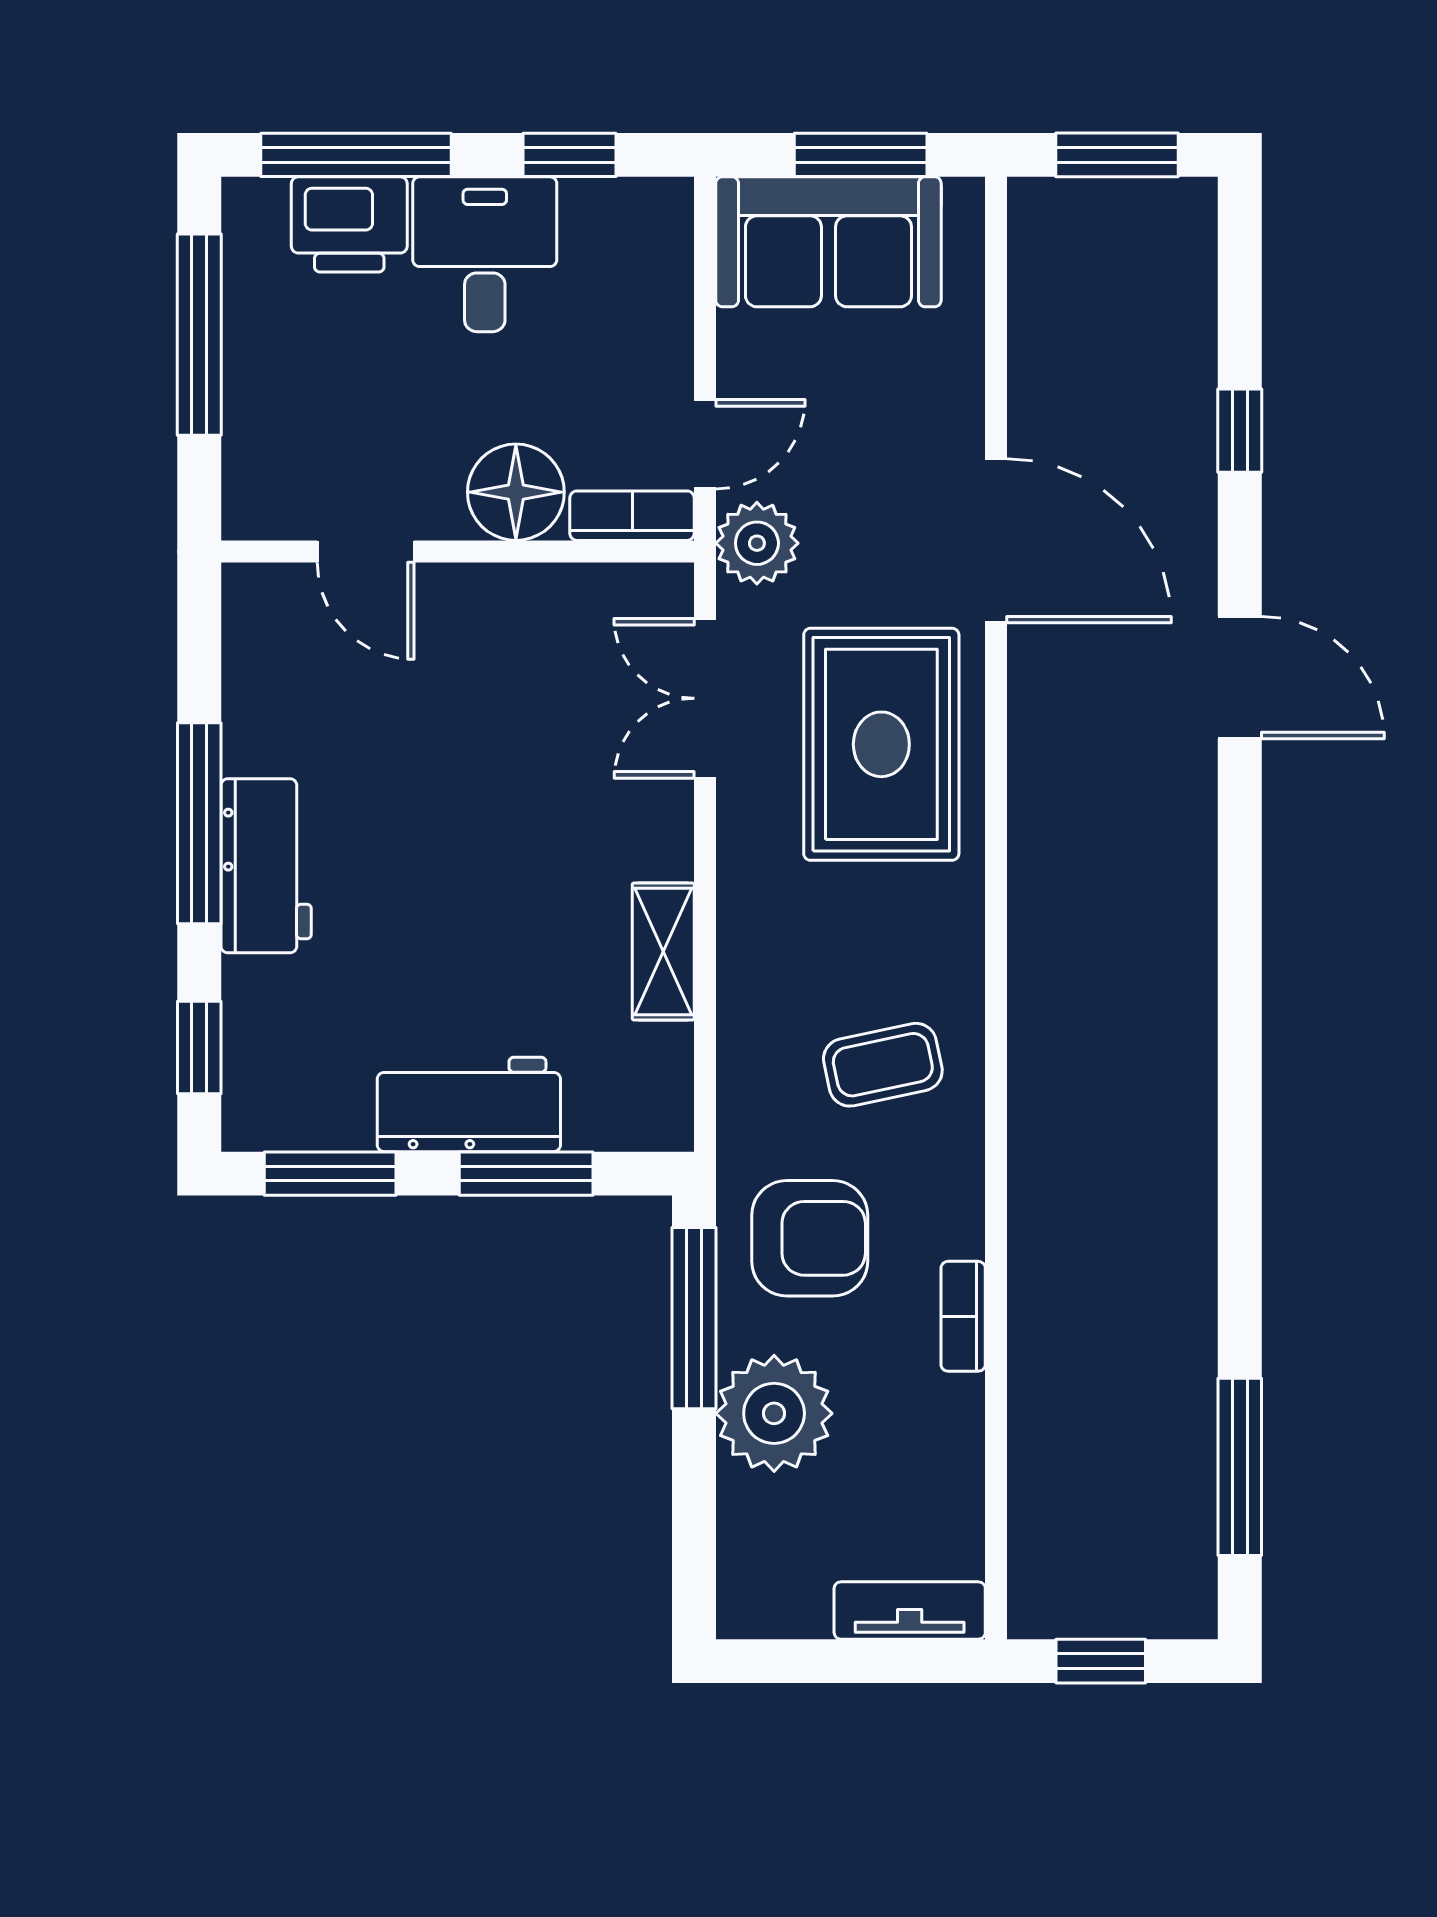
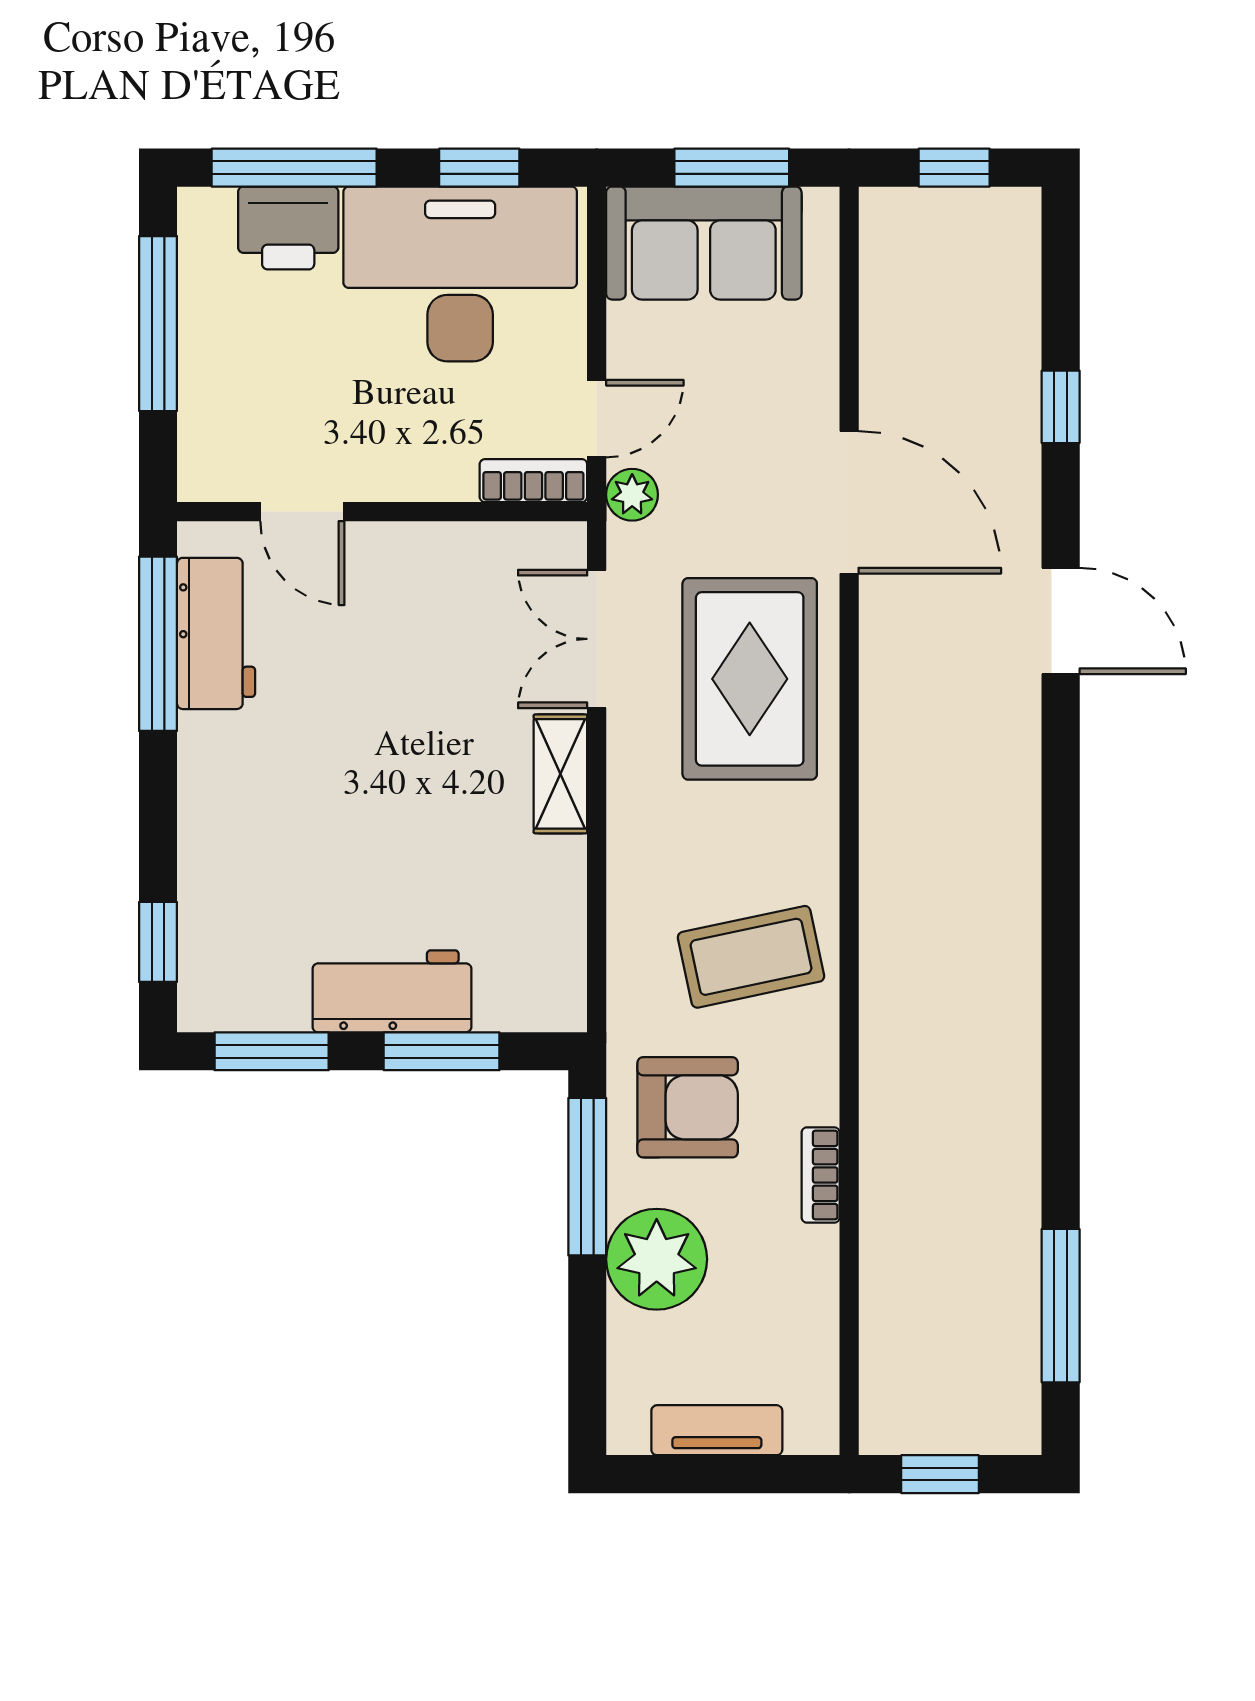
window: (1117, 155) -> (954, 168), width x0.67
desk: (485, 254) -> (460, 274), width x1.87, depth x1.30
floor lamp: (516, 492) -> (433, 460), removed
plant: (757, 543) -> (632, 495), width x0.73, depth x0.73
window: (199, 823) -> (158, 644), moved
workbench: (266, 866) -> (216, 633), moved
shelving: (663, 952) -> (560, 774), moved
coffee table: (883, 1065) -> (751, 957), width x1.36, depth x1.30
tv unit: (910, 1610) -> (717, 1430), moved

